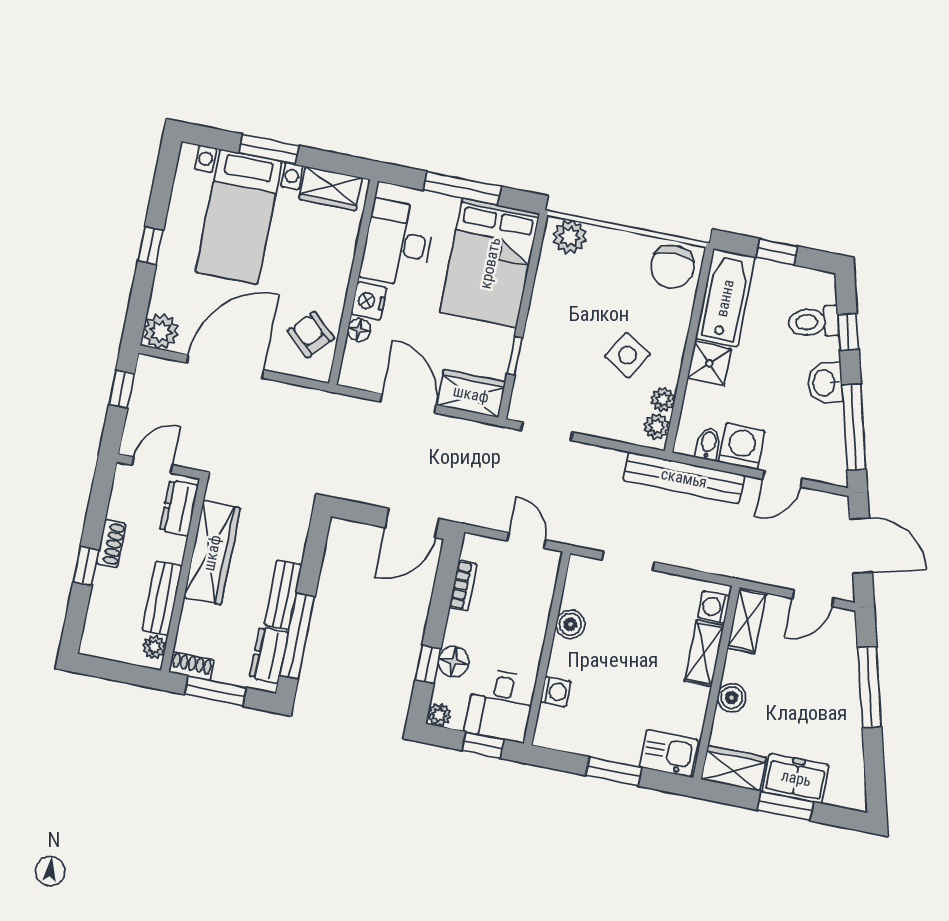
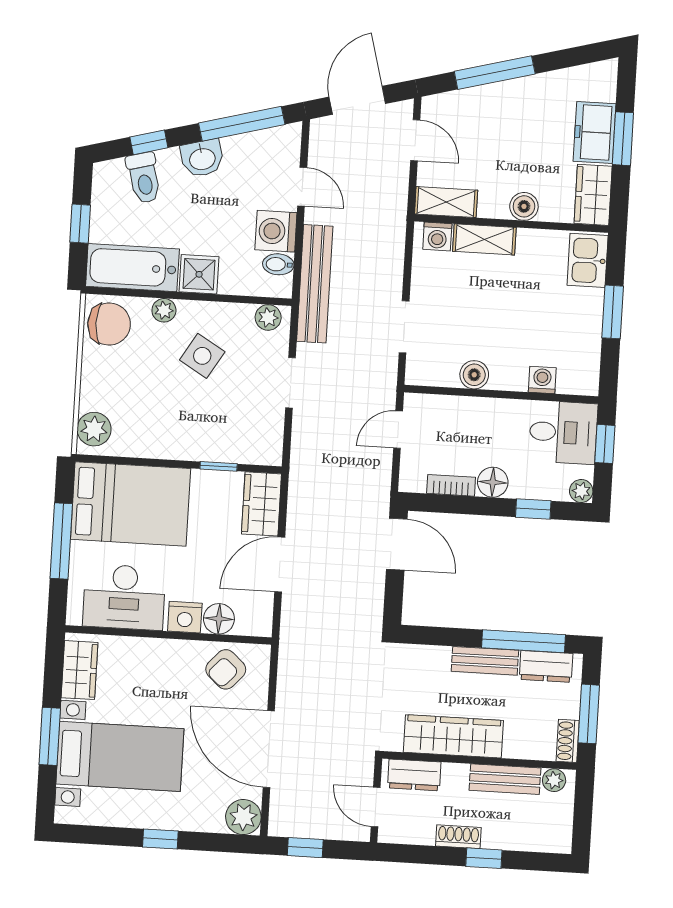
floor lamp: (359, 330) -> (219, 619), width x1.37, depth x1.37
plant: (663, 400) -> (164, 310), moved
doorway: (547, 431) -> (291, 383), moved
floor lamp: (454, 662) -> (493, 482), moved

